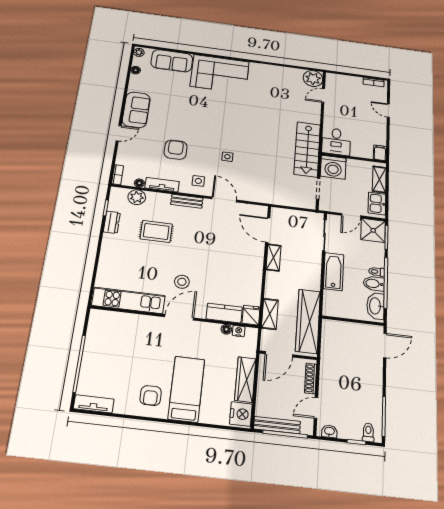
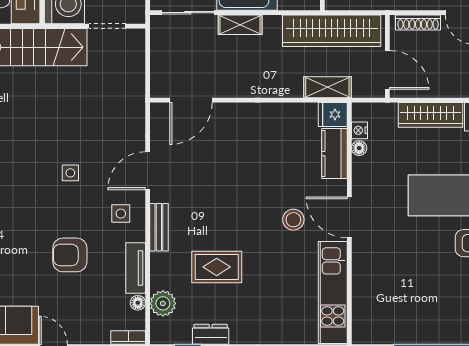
rug: (156, 231) -> (217, 267), turned 90
shelving: (274, 258) -> (240, 25), moved

